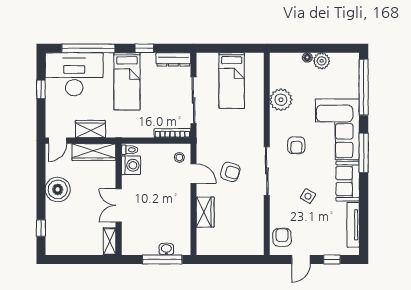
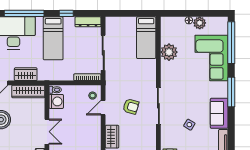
bed: (232, 81) -> (146, 38), moved
corner sofa: (337, 129) -> (212, 58), moved
armchair: (296, 145) -> (181, 86), removed
door: (193, 173) -> (103, 108), swing flipped
double door: (119, 205) -> (47, 132), swing flipped

